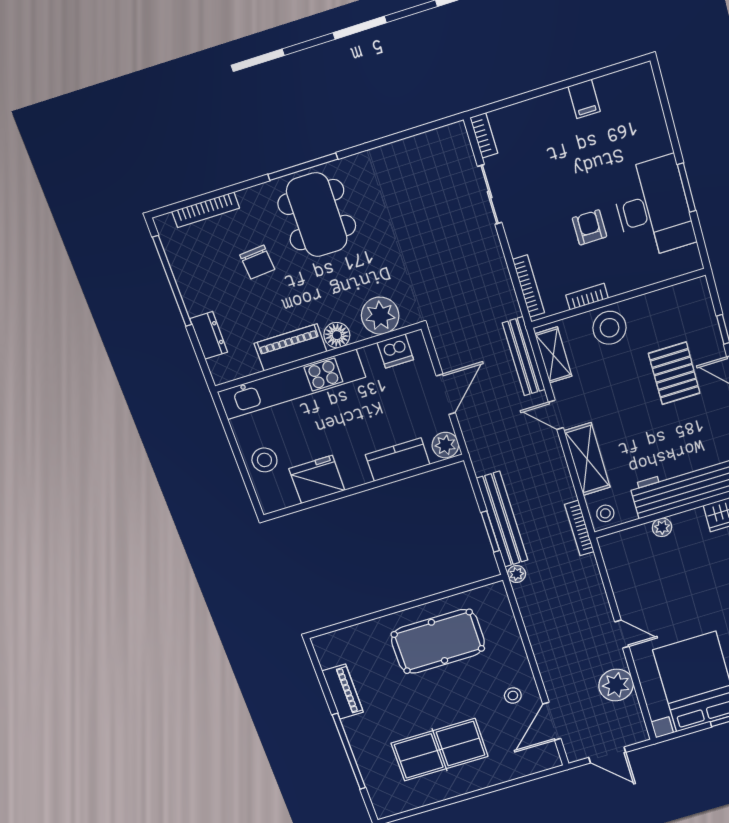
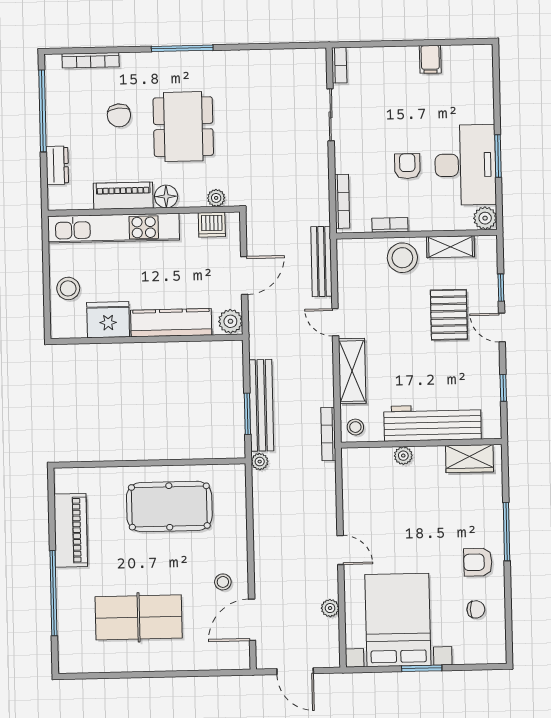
dining table: (317, 215) -> (183, 127), moved
plant: (688, 260) -> (485, 218), added
plant: (380, 316) -> (216, 198), width x0.53, depth x0.53
shelving: (553, 355) -> (450, 247), moved, turned 90
kitchen counter: (398, 460) -> (171, 323), width x1.50
plant: (616, 685) -> (330, 608), width x0.53, depth x0.53
piano: (343, 692) -> (71, 530), width x1.37, depth x1.33

